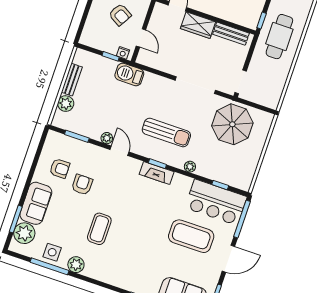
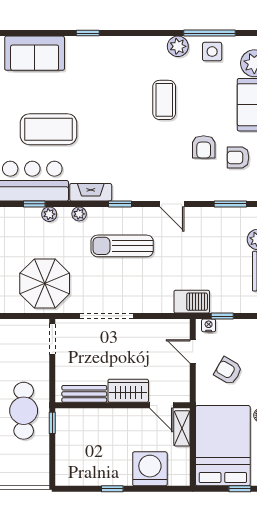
plant: (107, 138) -> (49, 214), moved
fireplace: (157, 173) -> (91, 192), moved

